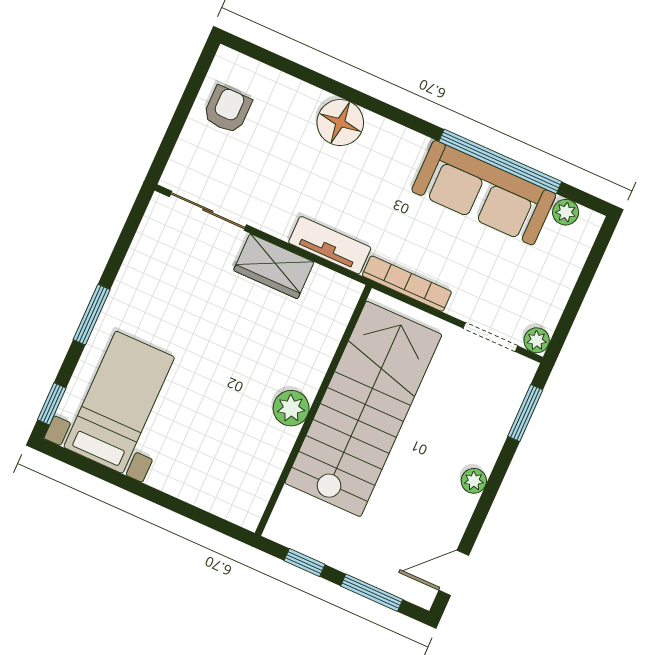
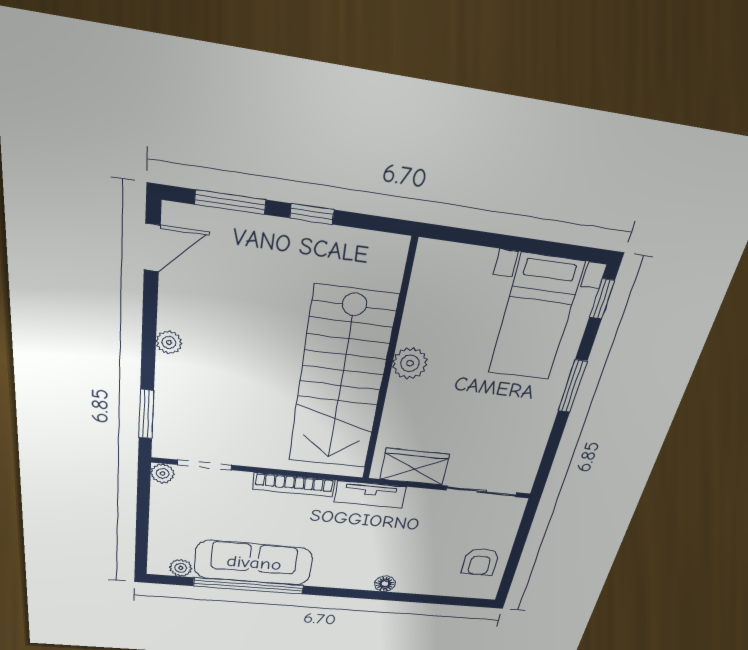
floor lamp: (340, 123) -> (385, 584), width x0.53, depth x0.53
plant: (291, 408) -> (410, 363), moved
stairs: (363, 409) -> (341, 381), moved
wall: (313, 410) -> (388, 367), moved

